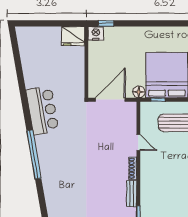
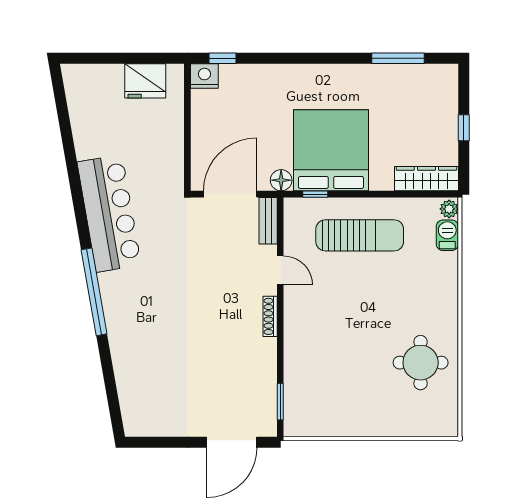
fridge: (73, 36) -> (145, 81), moved
bar counter: (42, 110) -> (109, 213), width x1.36
bench: (132, 194) -> (268, 221), moved

